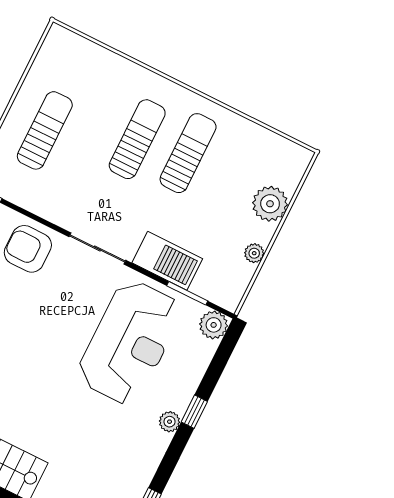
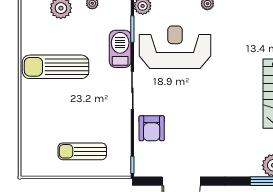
sun lounger: (137, 139) -> (62, 98), removed
sun lounger: (188, 153) -> (56, 67), width x1.36, depth x1.34

